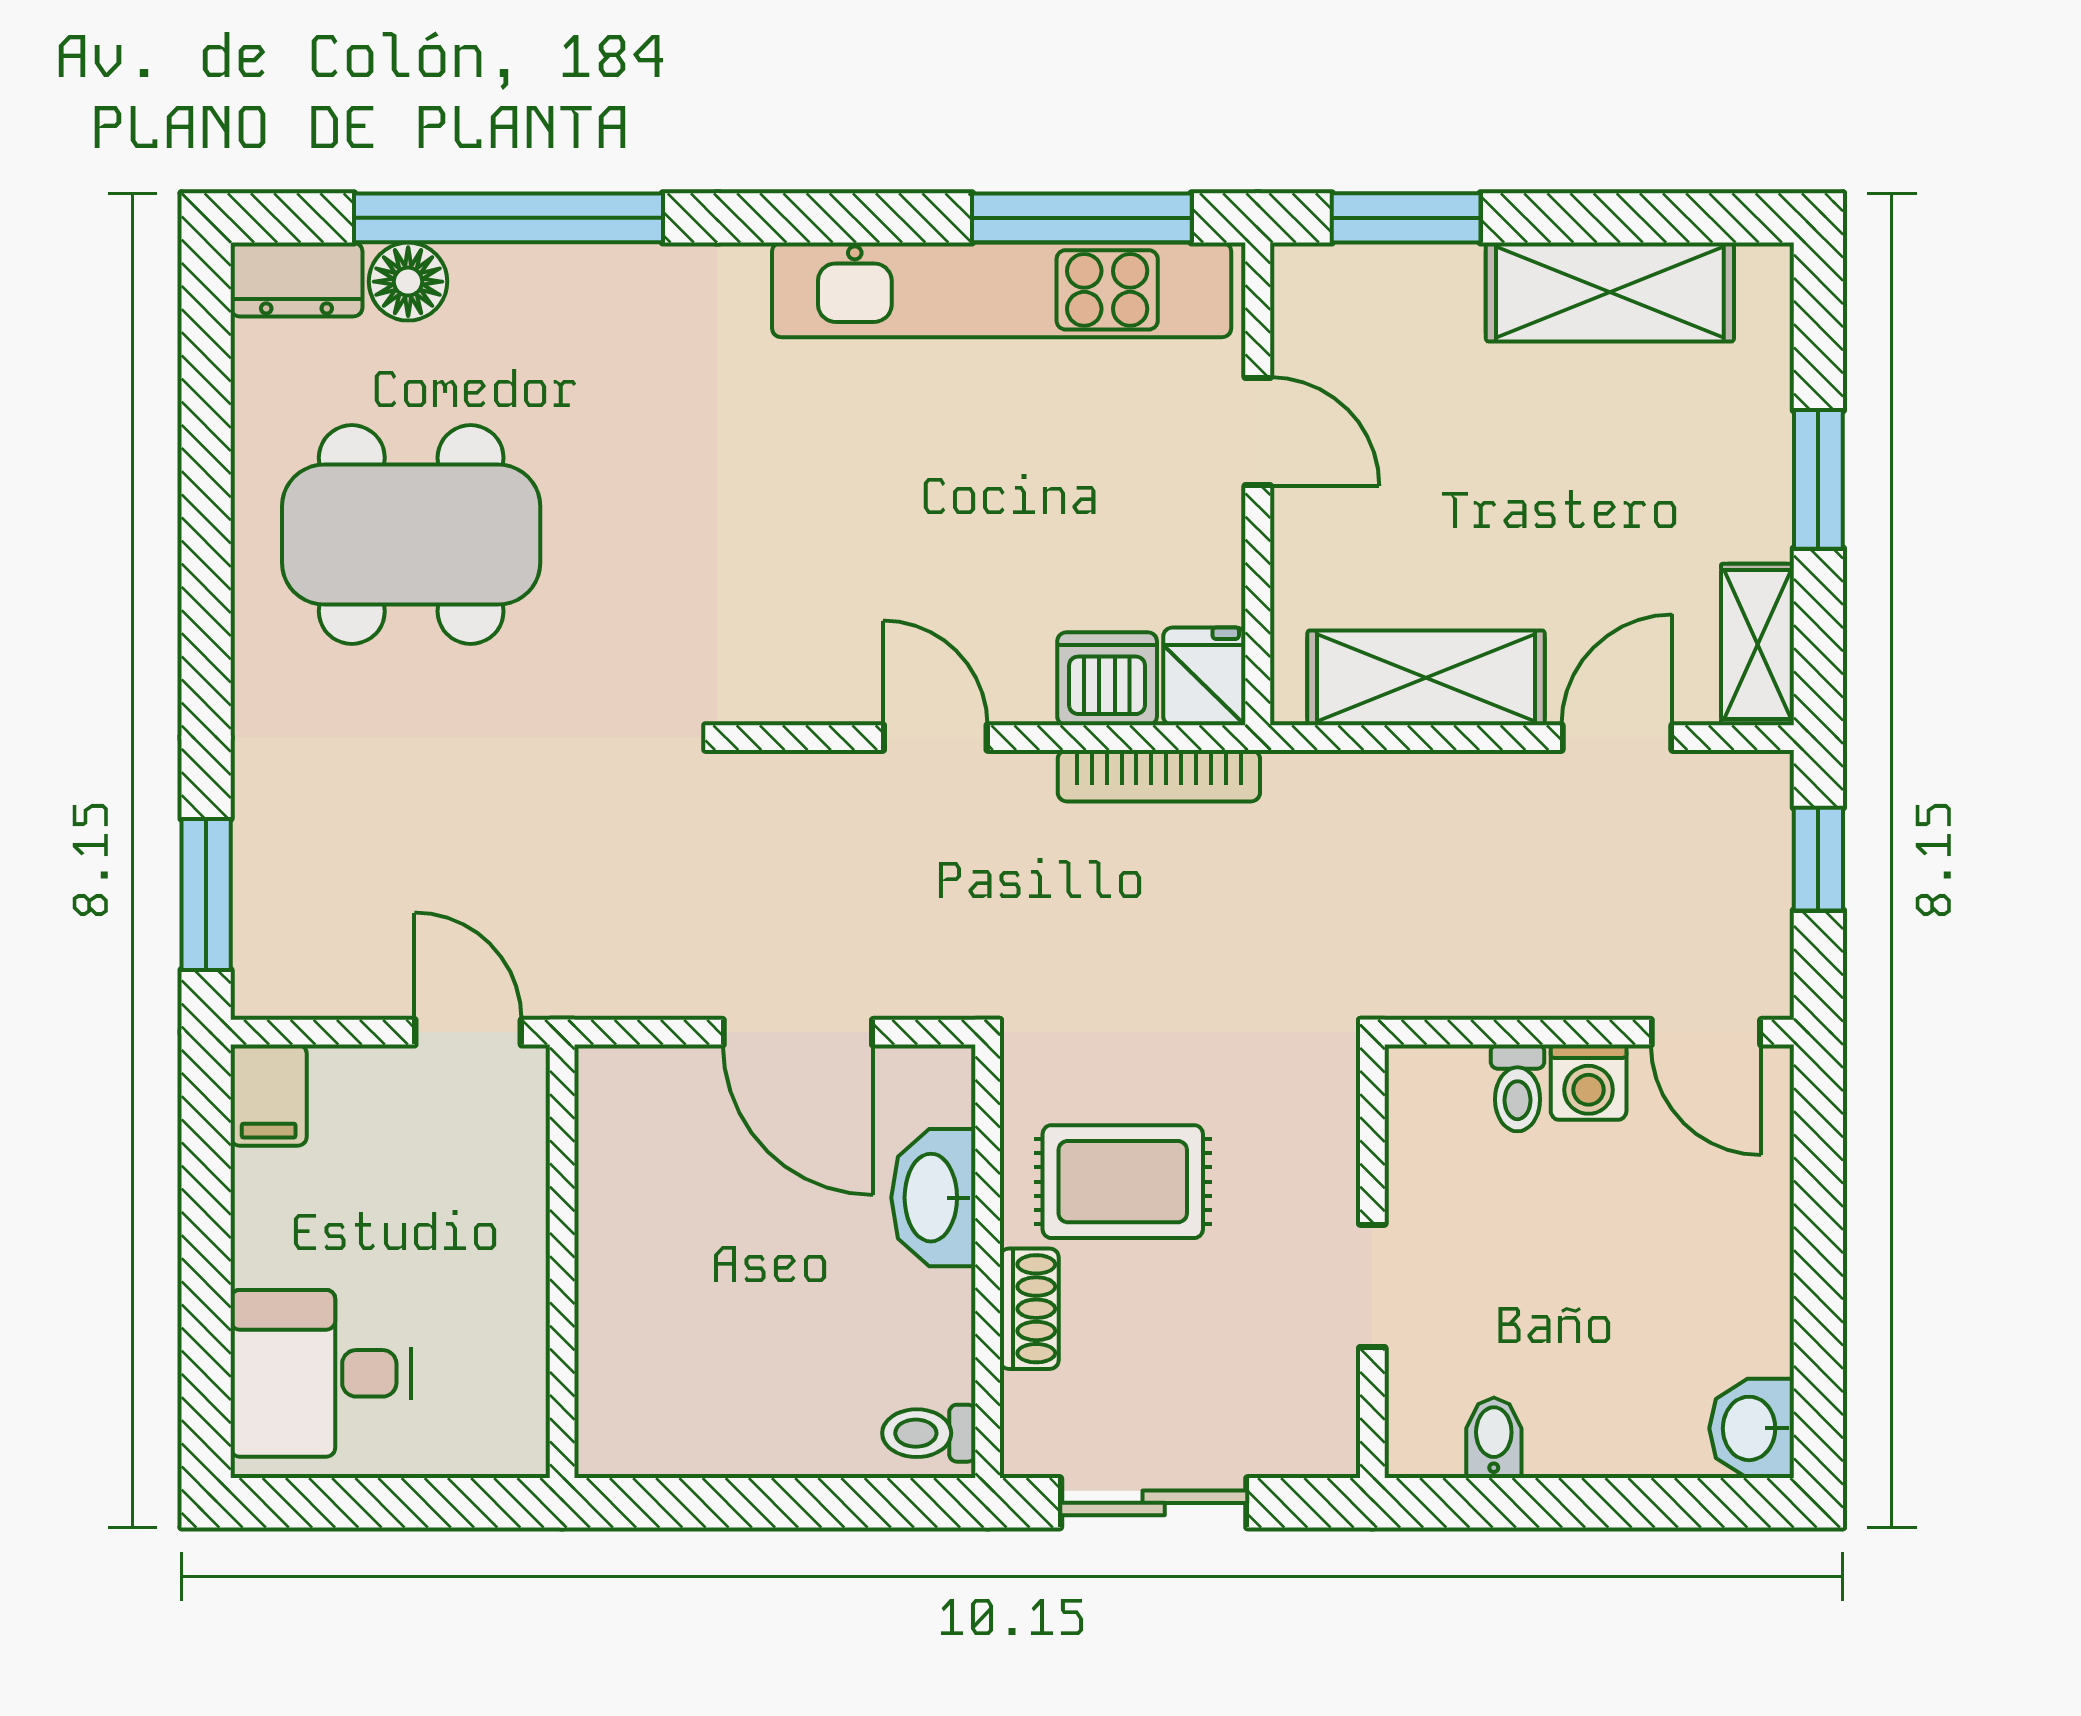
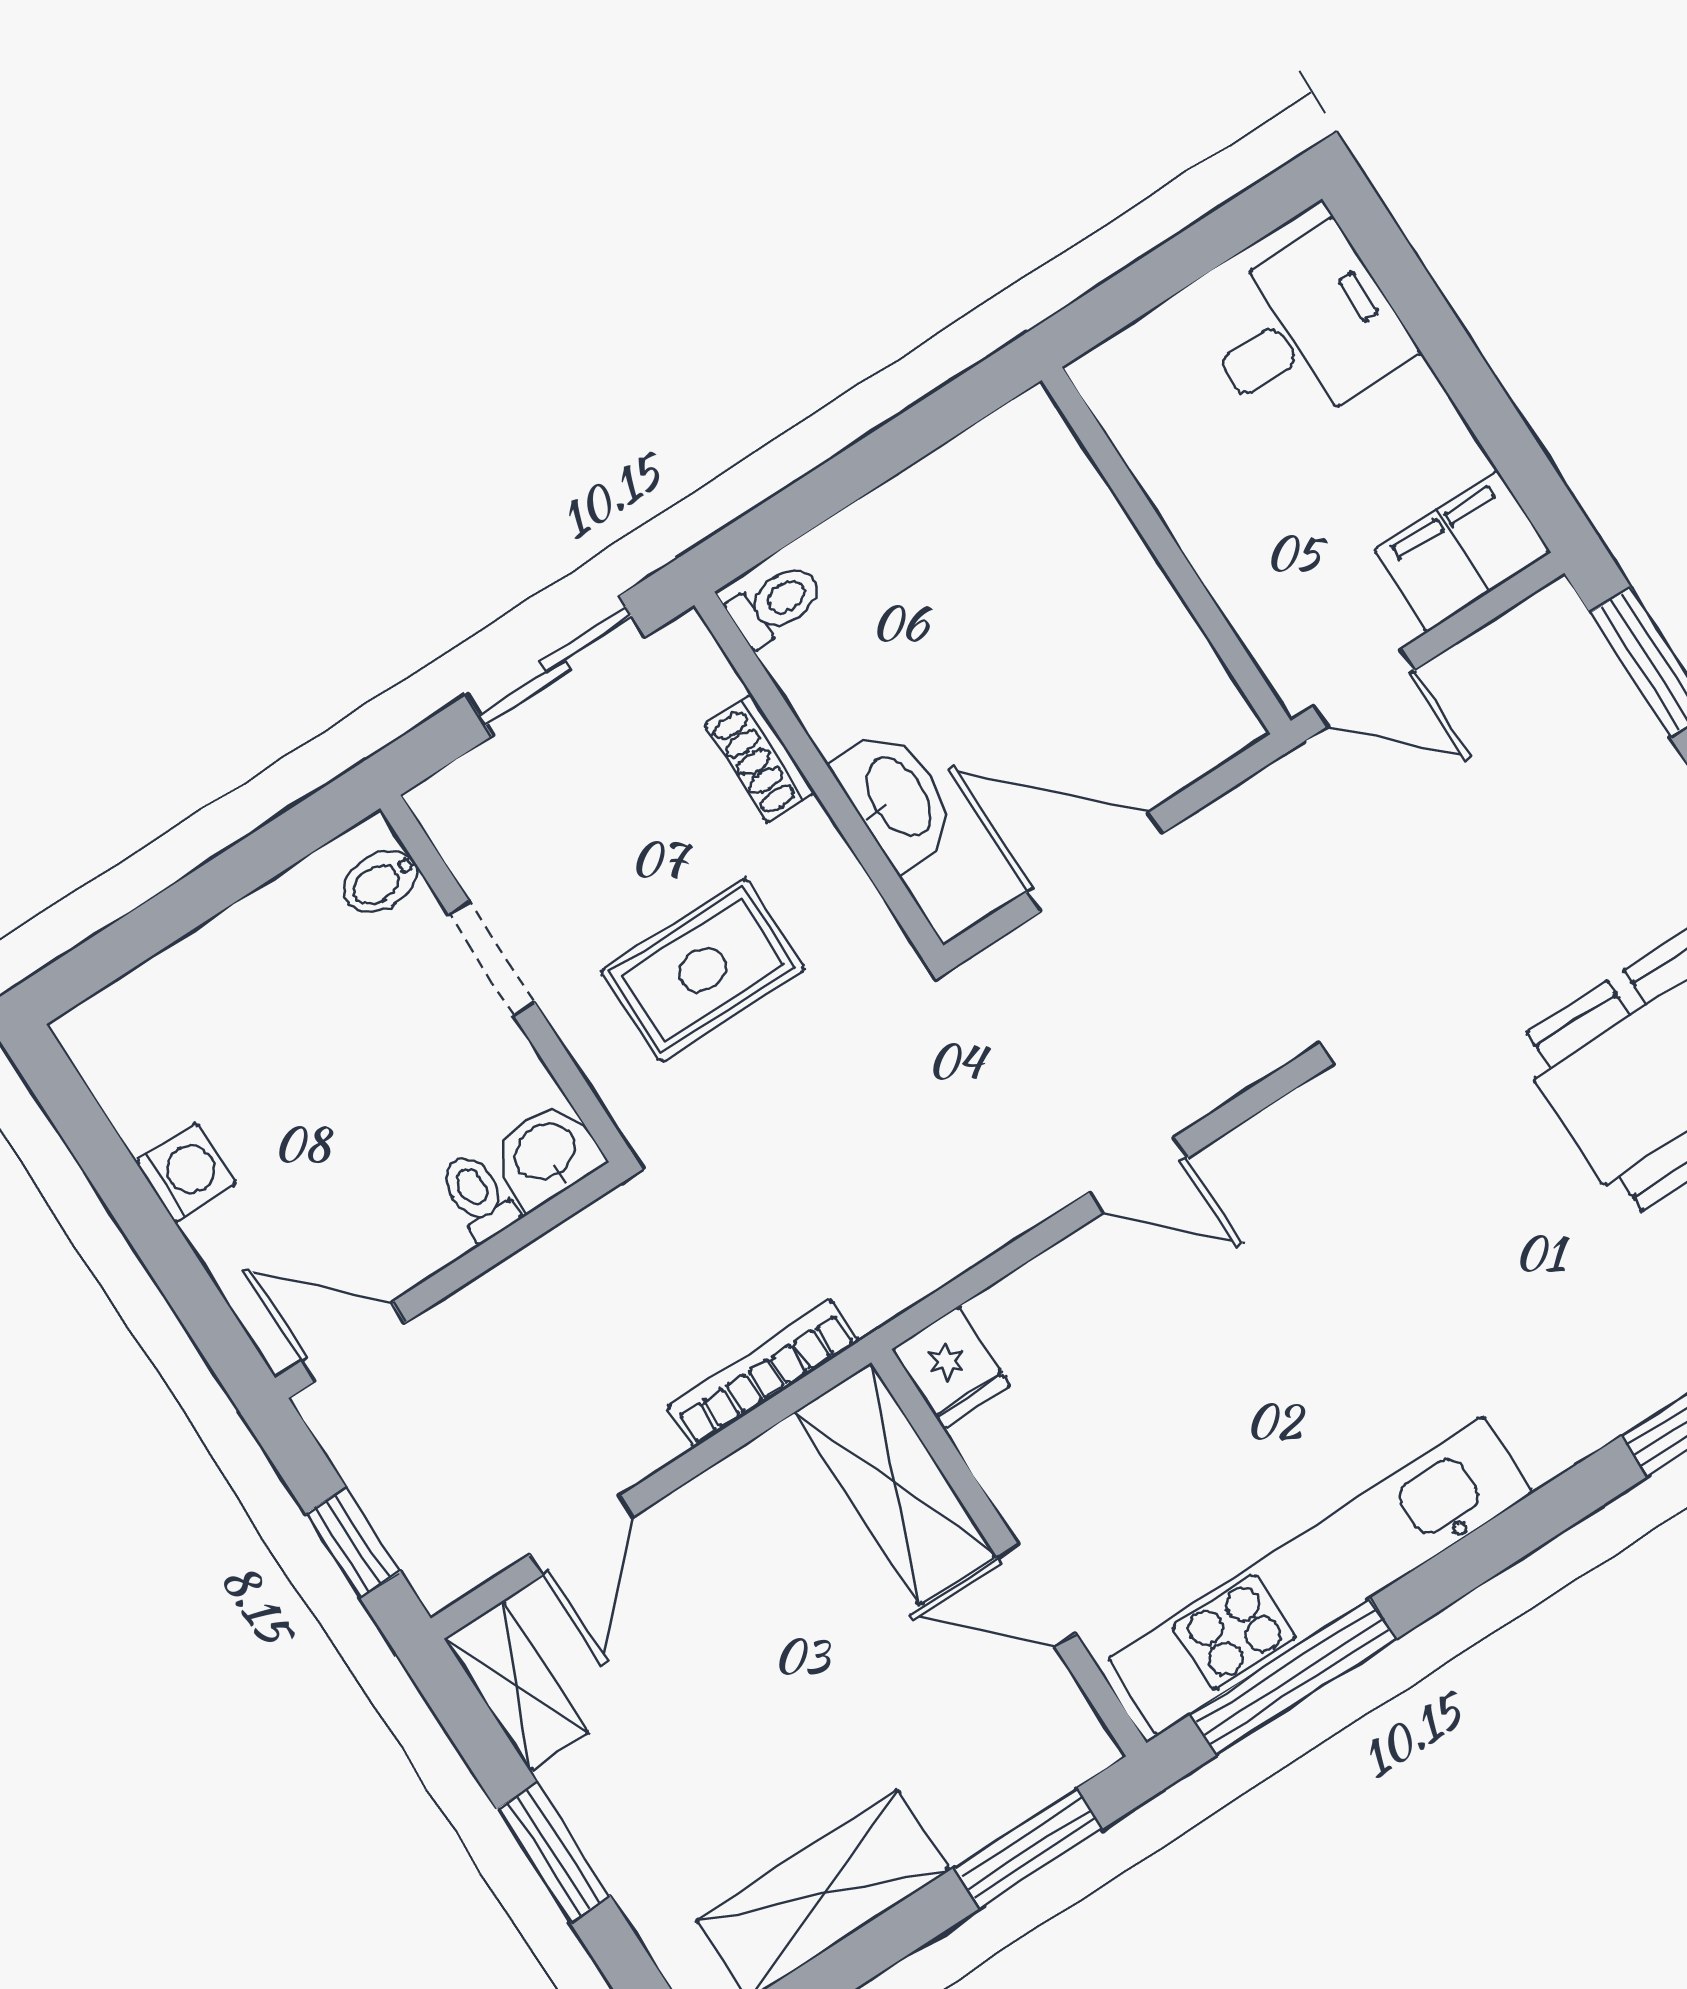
shelving: (1426, 678) -> (895, 1484), moved, turned 90
dishwasher: (1107, 679) -> (1029, 1314), removed
bookcase: (1159, 776) -> (763, 1374), moved
washing machine: (1589, 1082) -> (186, 1173), moved, turned 90
filing cabinet: (269, 1095) -> (1463, 551), width x2.00
rug: (1123, 1182) -> (703, 970), moved
washbasin: (1752, 1428) -> (546, 1154), moved, turned -90
bidet: (1494, 1438) -> (381, 881), moved, turned 90

